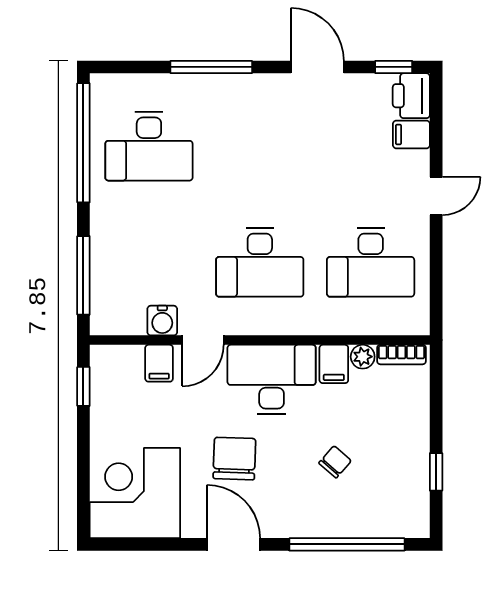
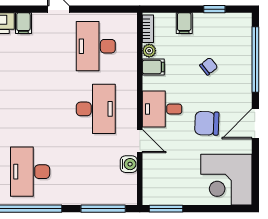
desk: (149, 146) -> (30, 172), turned 180
desk: (371, 262) -> (96, 46), turned 180
filing cabinet: (159, 363) -> (184, 23), moved, turned 90
desk: (272, 379) -> (162, 109), width x0.73
window: (83, 386) -> (166, 209), width x1.50
chair: (335, 462) -> (209, 66), turned 101

